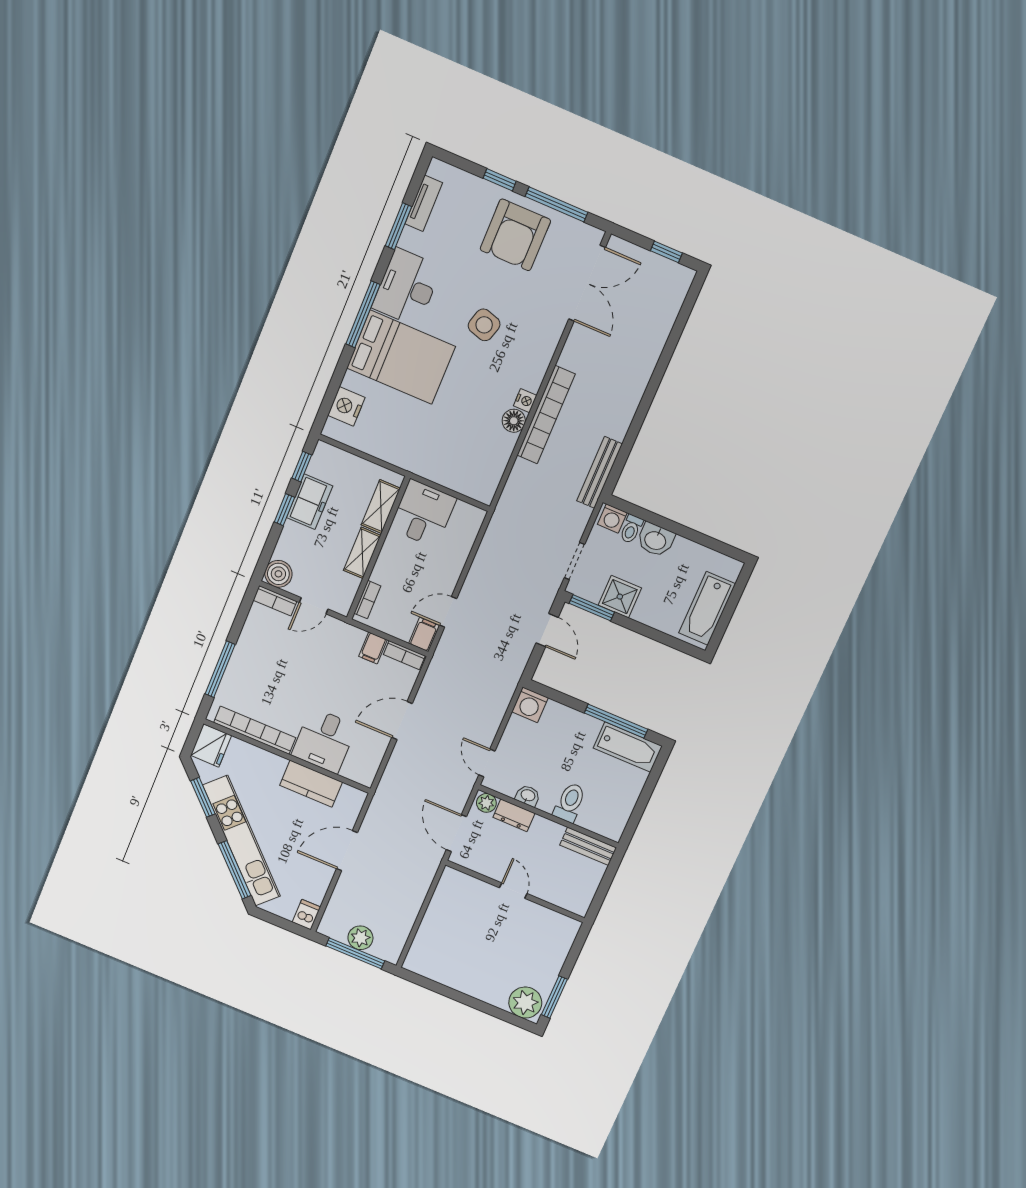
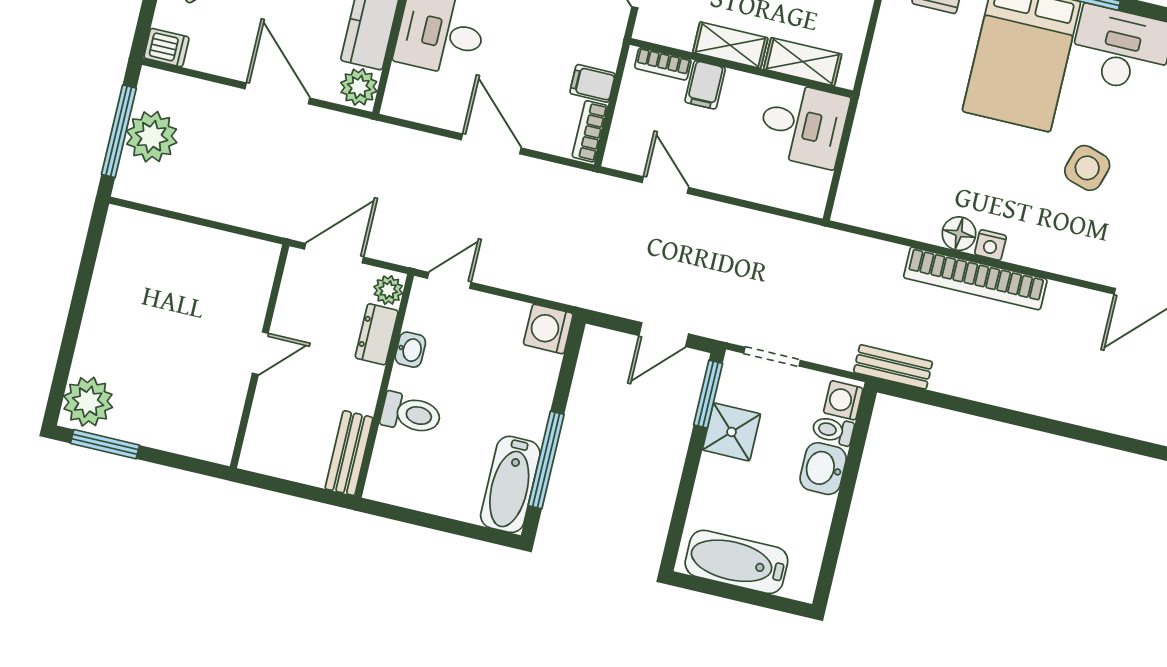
bench: (600, 472) -> (893, 367), width x0.73
filing cabinet: (424, 635) -> (705, 85), moved, turned 90
plant: (351, 799) -> (359, 87), added
plant: (360, 938) -> (152, 137), width x1.36, depth x1.36

